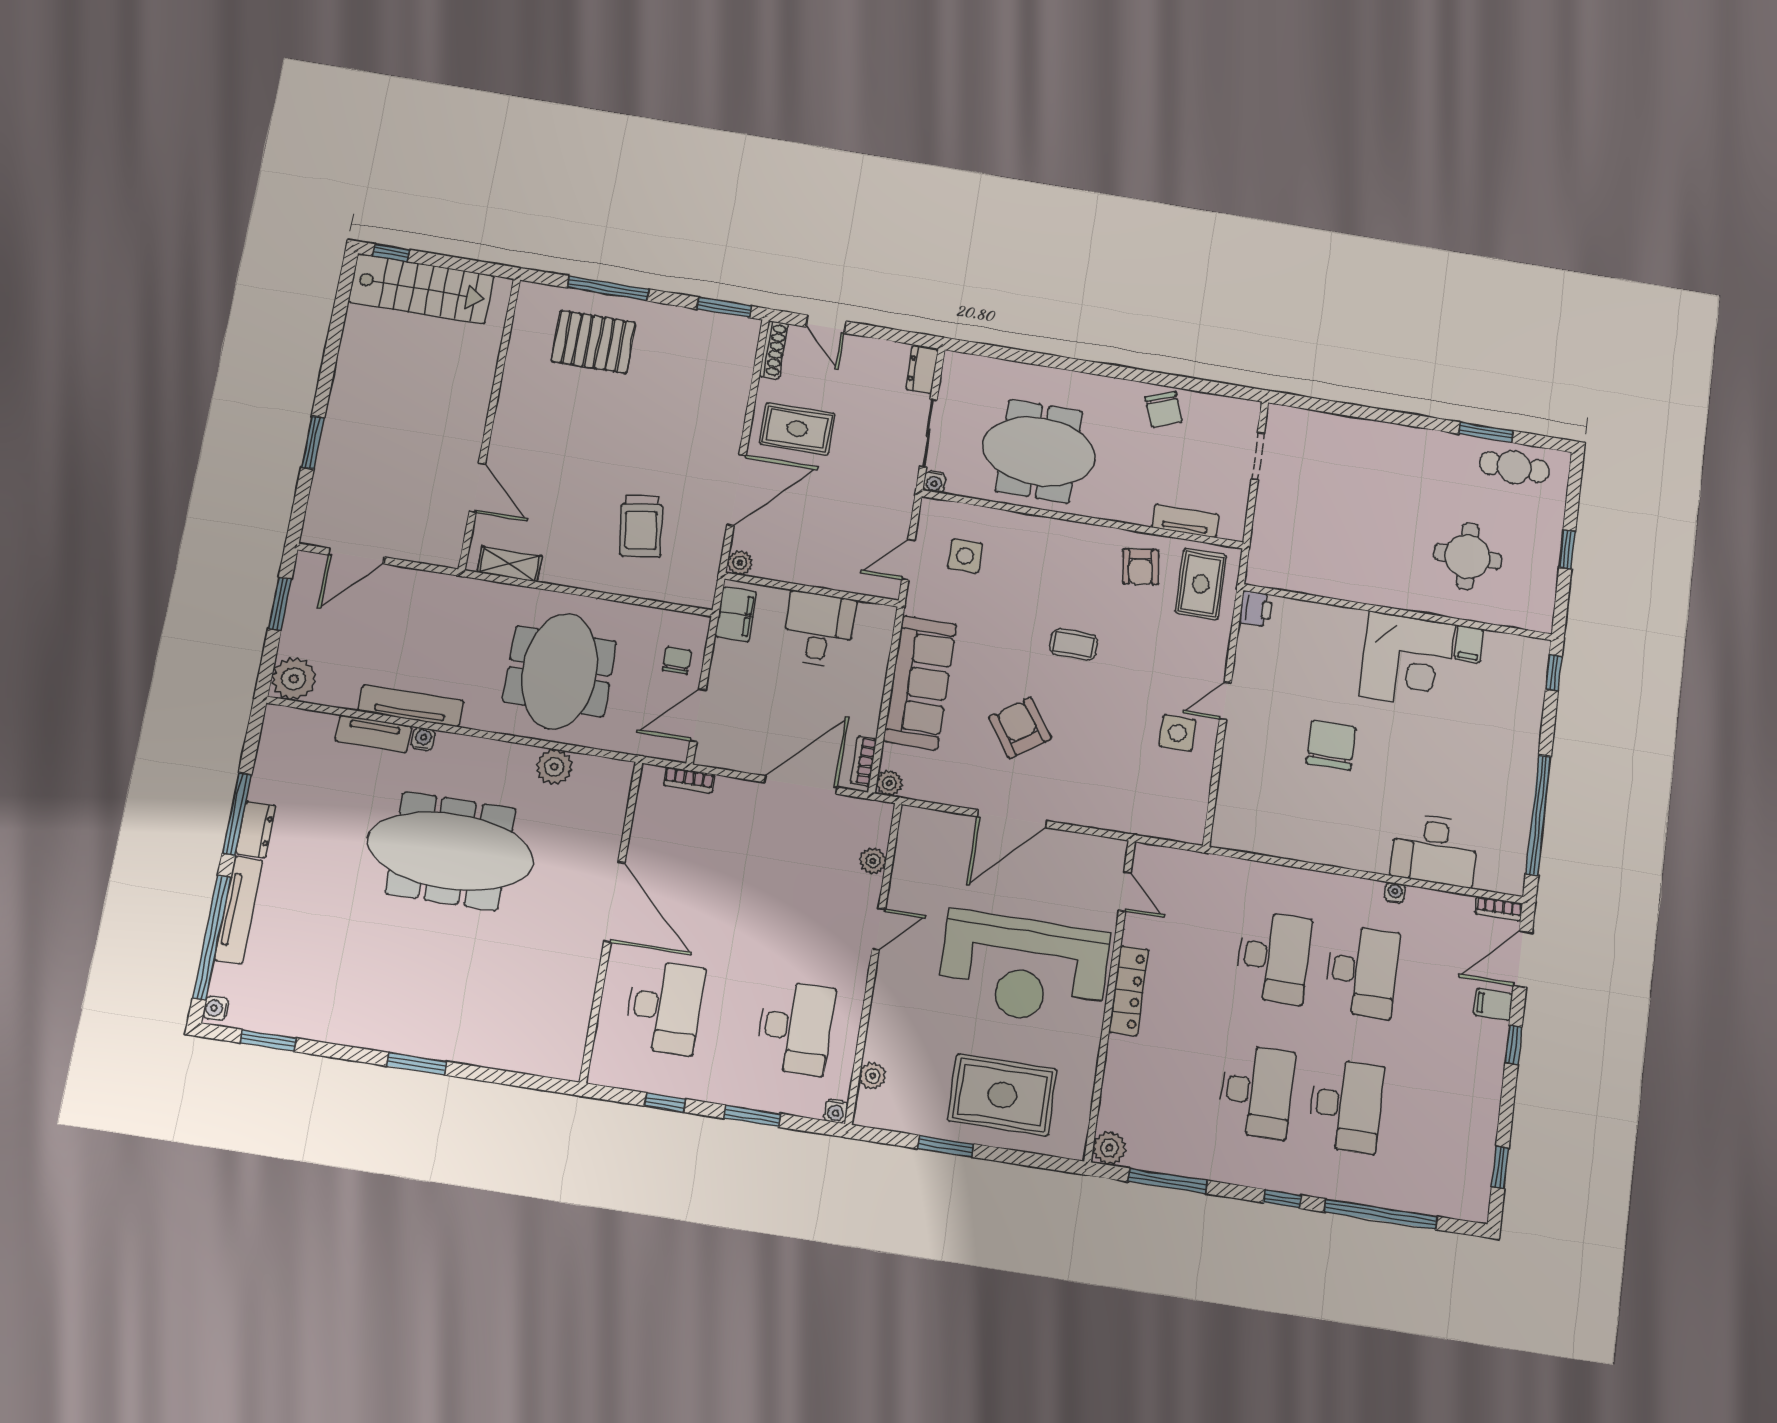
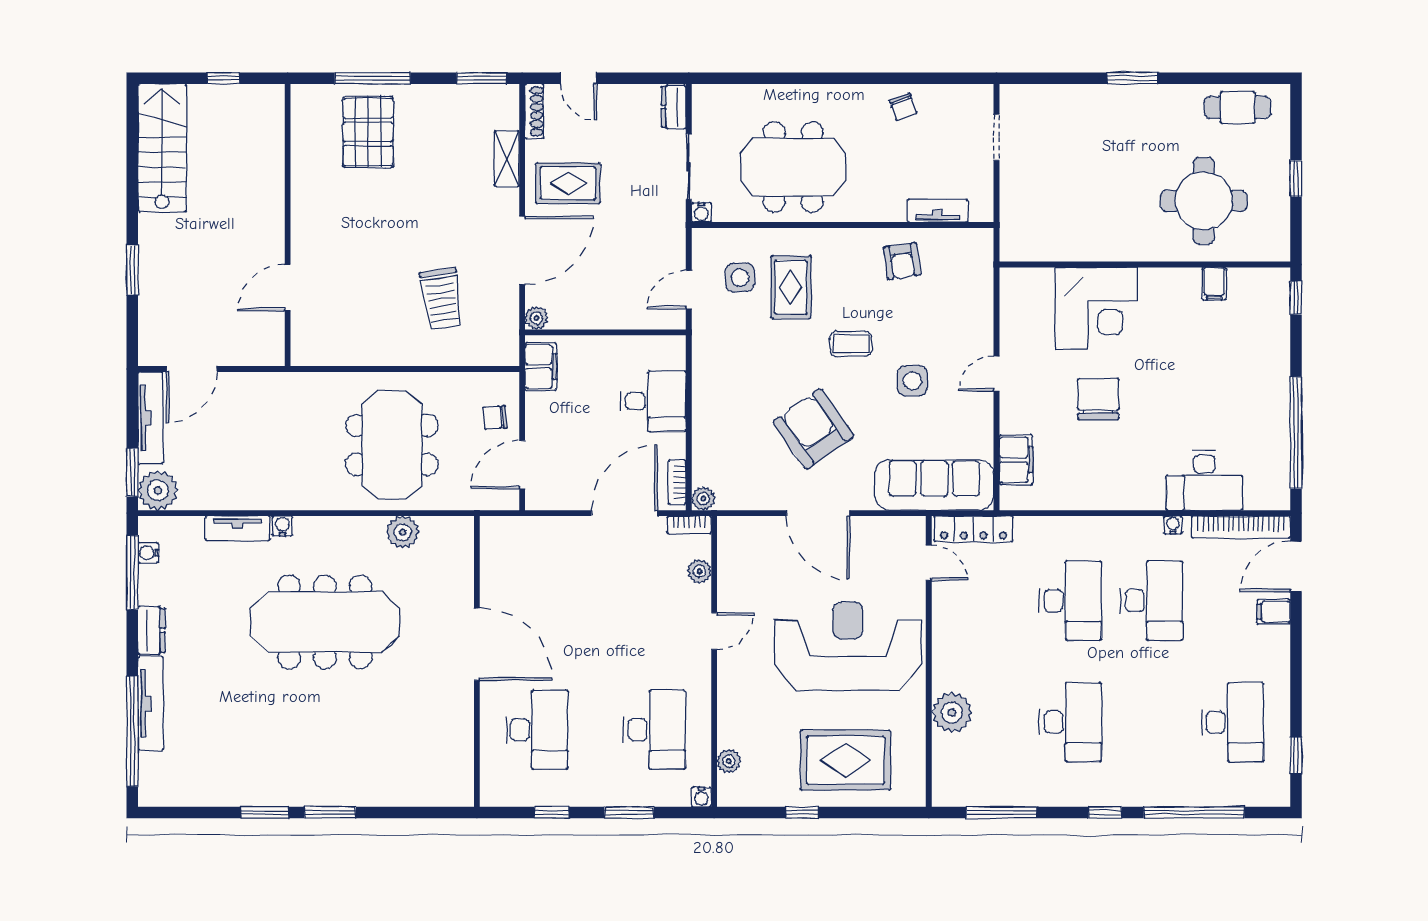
window: (391, 253) -> (223, 78), moved
stairs: (421, 289) -> (162, 148), moved, turned -90
pallet: (593, 342) -> (368, 132), turned 90
chair: (1164, 409) -> (903, 107), width x0.73, depth x0.73
window: (1486, 432) -> (1133, 78), moved
door: (477, 488) -> (288, 288), swing flipped
round table: (1468, 557) -> (1204, 201), width x1.36, depth x1.36
shelving: (510, 564) -> (507, 159), moved, turned 90
rug: (1201, 584) -> (791, 287), moved
window: (280, 604) -> (132, 472), moved
printer: (1256, 609) -> (1013, 283), removed
desk: (819, 629) -> (653, 401), moved, turned 90
chair: (677, 660) -> (495, 418), turned -94
corner desk: (1407, 660) -> (1096, 308), moved
sofa: (920, 683) -> (934, 485), moved, turned -90
tv unit: (411, 706) -> (150, 418), moved, turned 90
armchair: (1020, 728) -> (813, 429), width x1.36, depth x1.36
side table: (1177, 733) -> (912, 381), moved
bookcase: (689, 780) -> (689, 525), moved
filing cabinet: (1234, 796) -> (1016, 460), added
window: (237, 814) -> (132, 573), moved
door: (1012, 819) -> (818, 513), hinge flipped
bookcase: (1499, 909) -> (1241, 527), width x2.31, depth x1.31
reception desk: (1023, 969) -> (848, 646), turned 180
locker: (1129, 991) -> (974, 529), moved, turned 90
water cooler: (216, 1008) -> (148, 553), moved
window: (268, 1040) -> (265, 812), moved
window: (1513, 1045) -> (1296, 645), removed
desk: (1346, 1105) -> (1233, 722), moved
window: (946, 1146) -> (802, 812), width x0.67
plant: (1109, 1148) -> (952, 713), moved, width x1.36, depth x1.36

